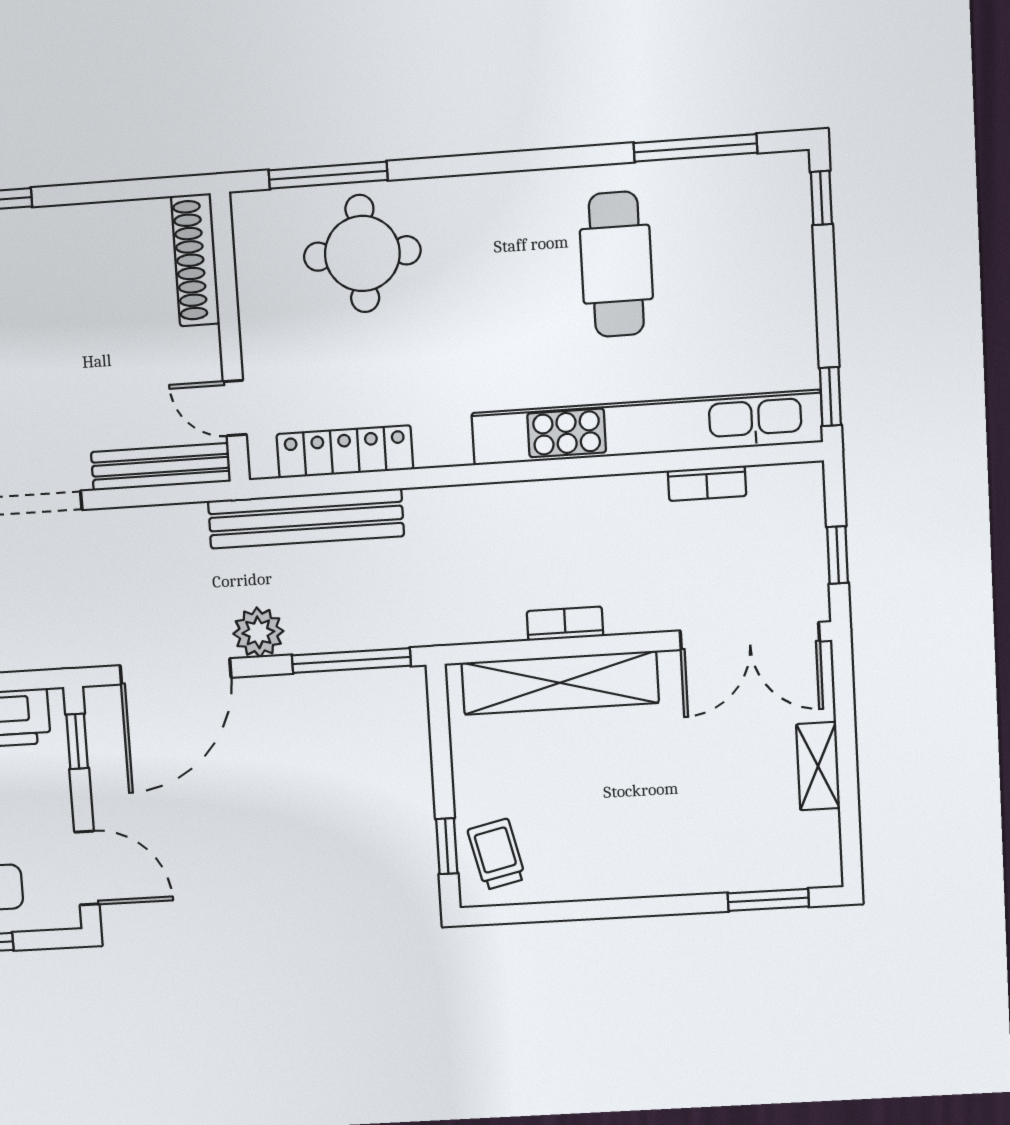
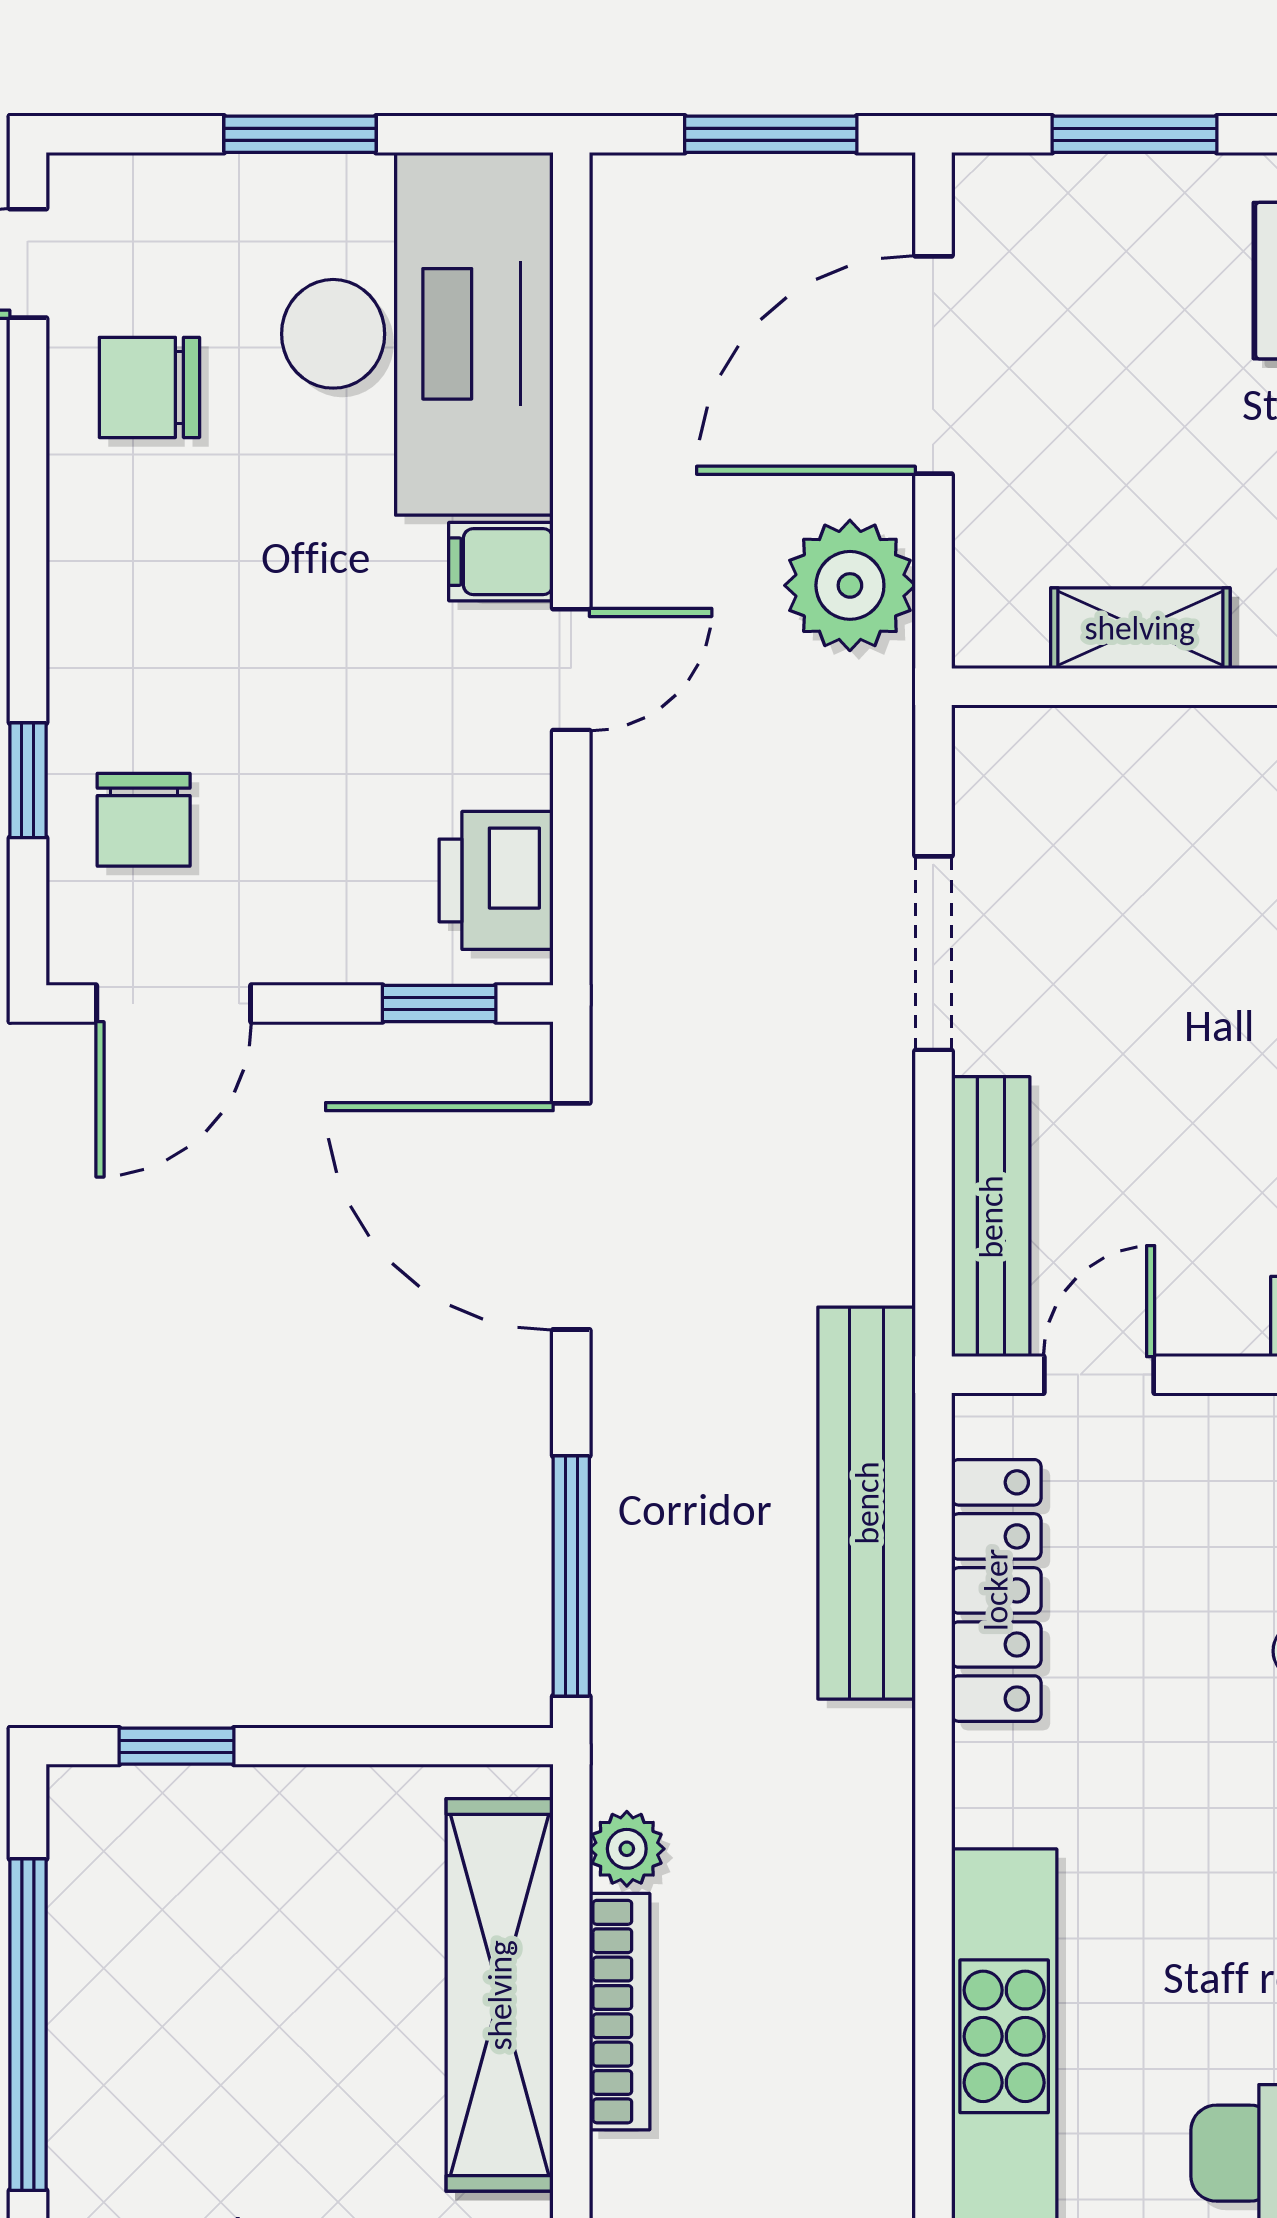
bookcase: (565, 624) -> (620, 2012), width x1.56
plant: (258, 632) -> (627, 1849), moved, width x0.73, depth x0.73
trolley: (497, 854) -> (154, 1846), removed
window: (588, 910) -> (28, 2025), added

